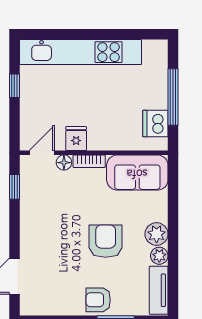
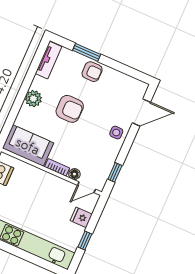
fridge: (76, 139) -> (81, 217), moved, turned 90
side table: (35, 237) -> (116, 133), added
armchair: (106, 241) -> (70, 109), turned -90
plant: (159, 256) -> (38, 83), removed

